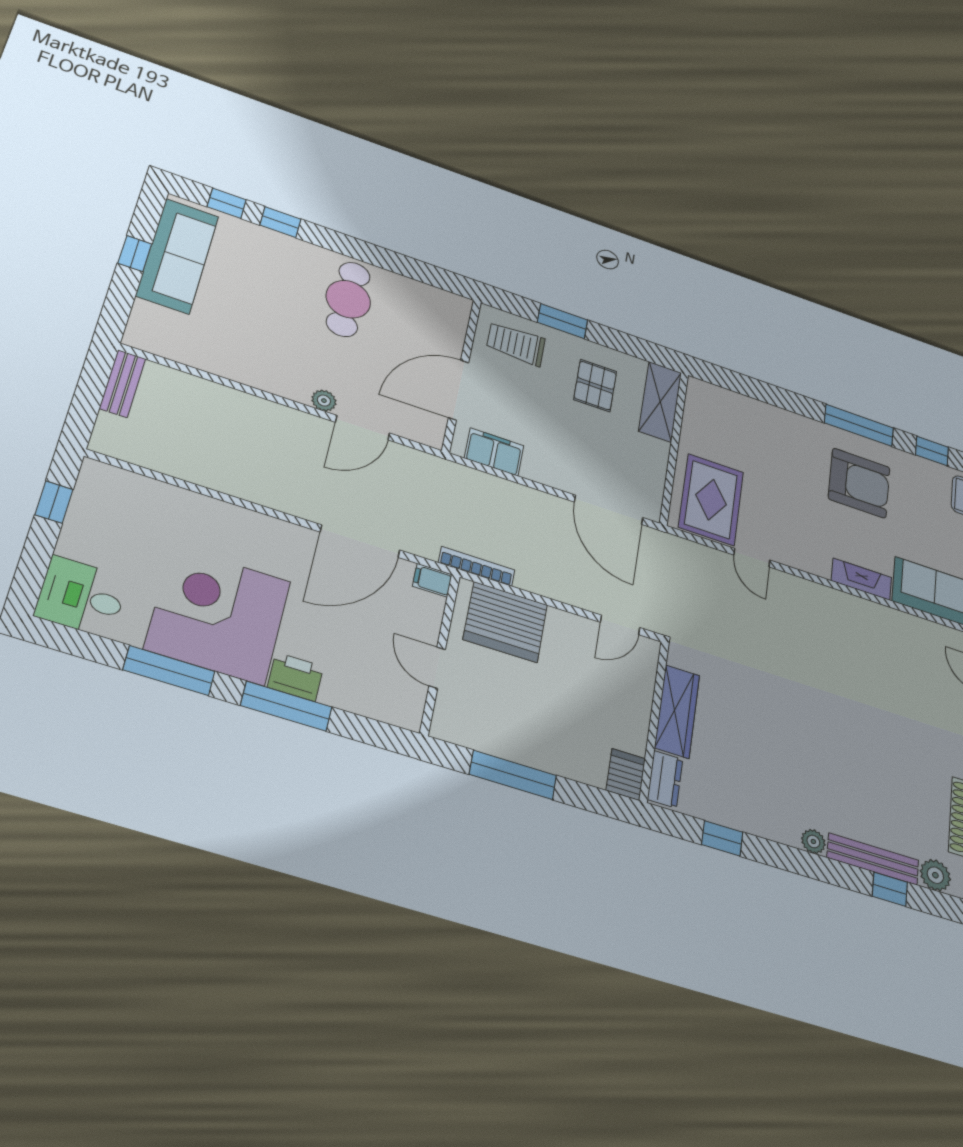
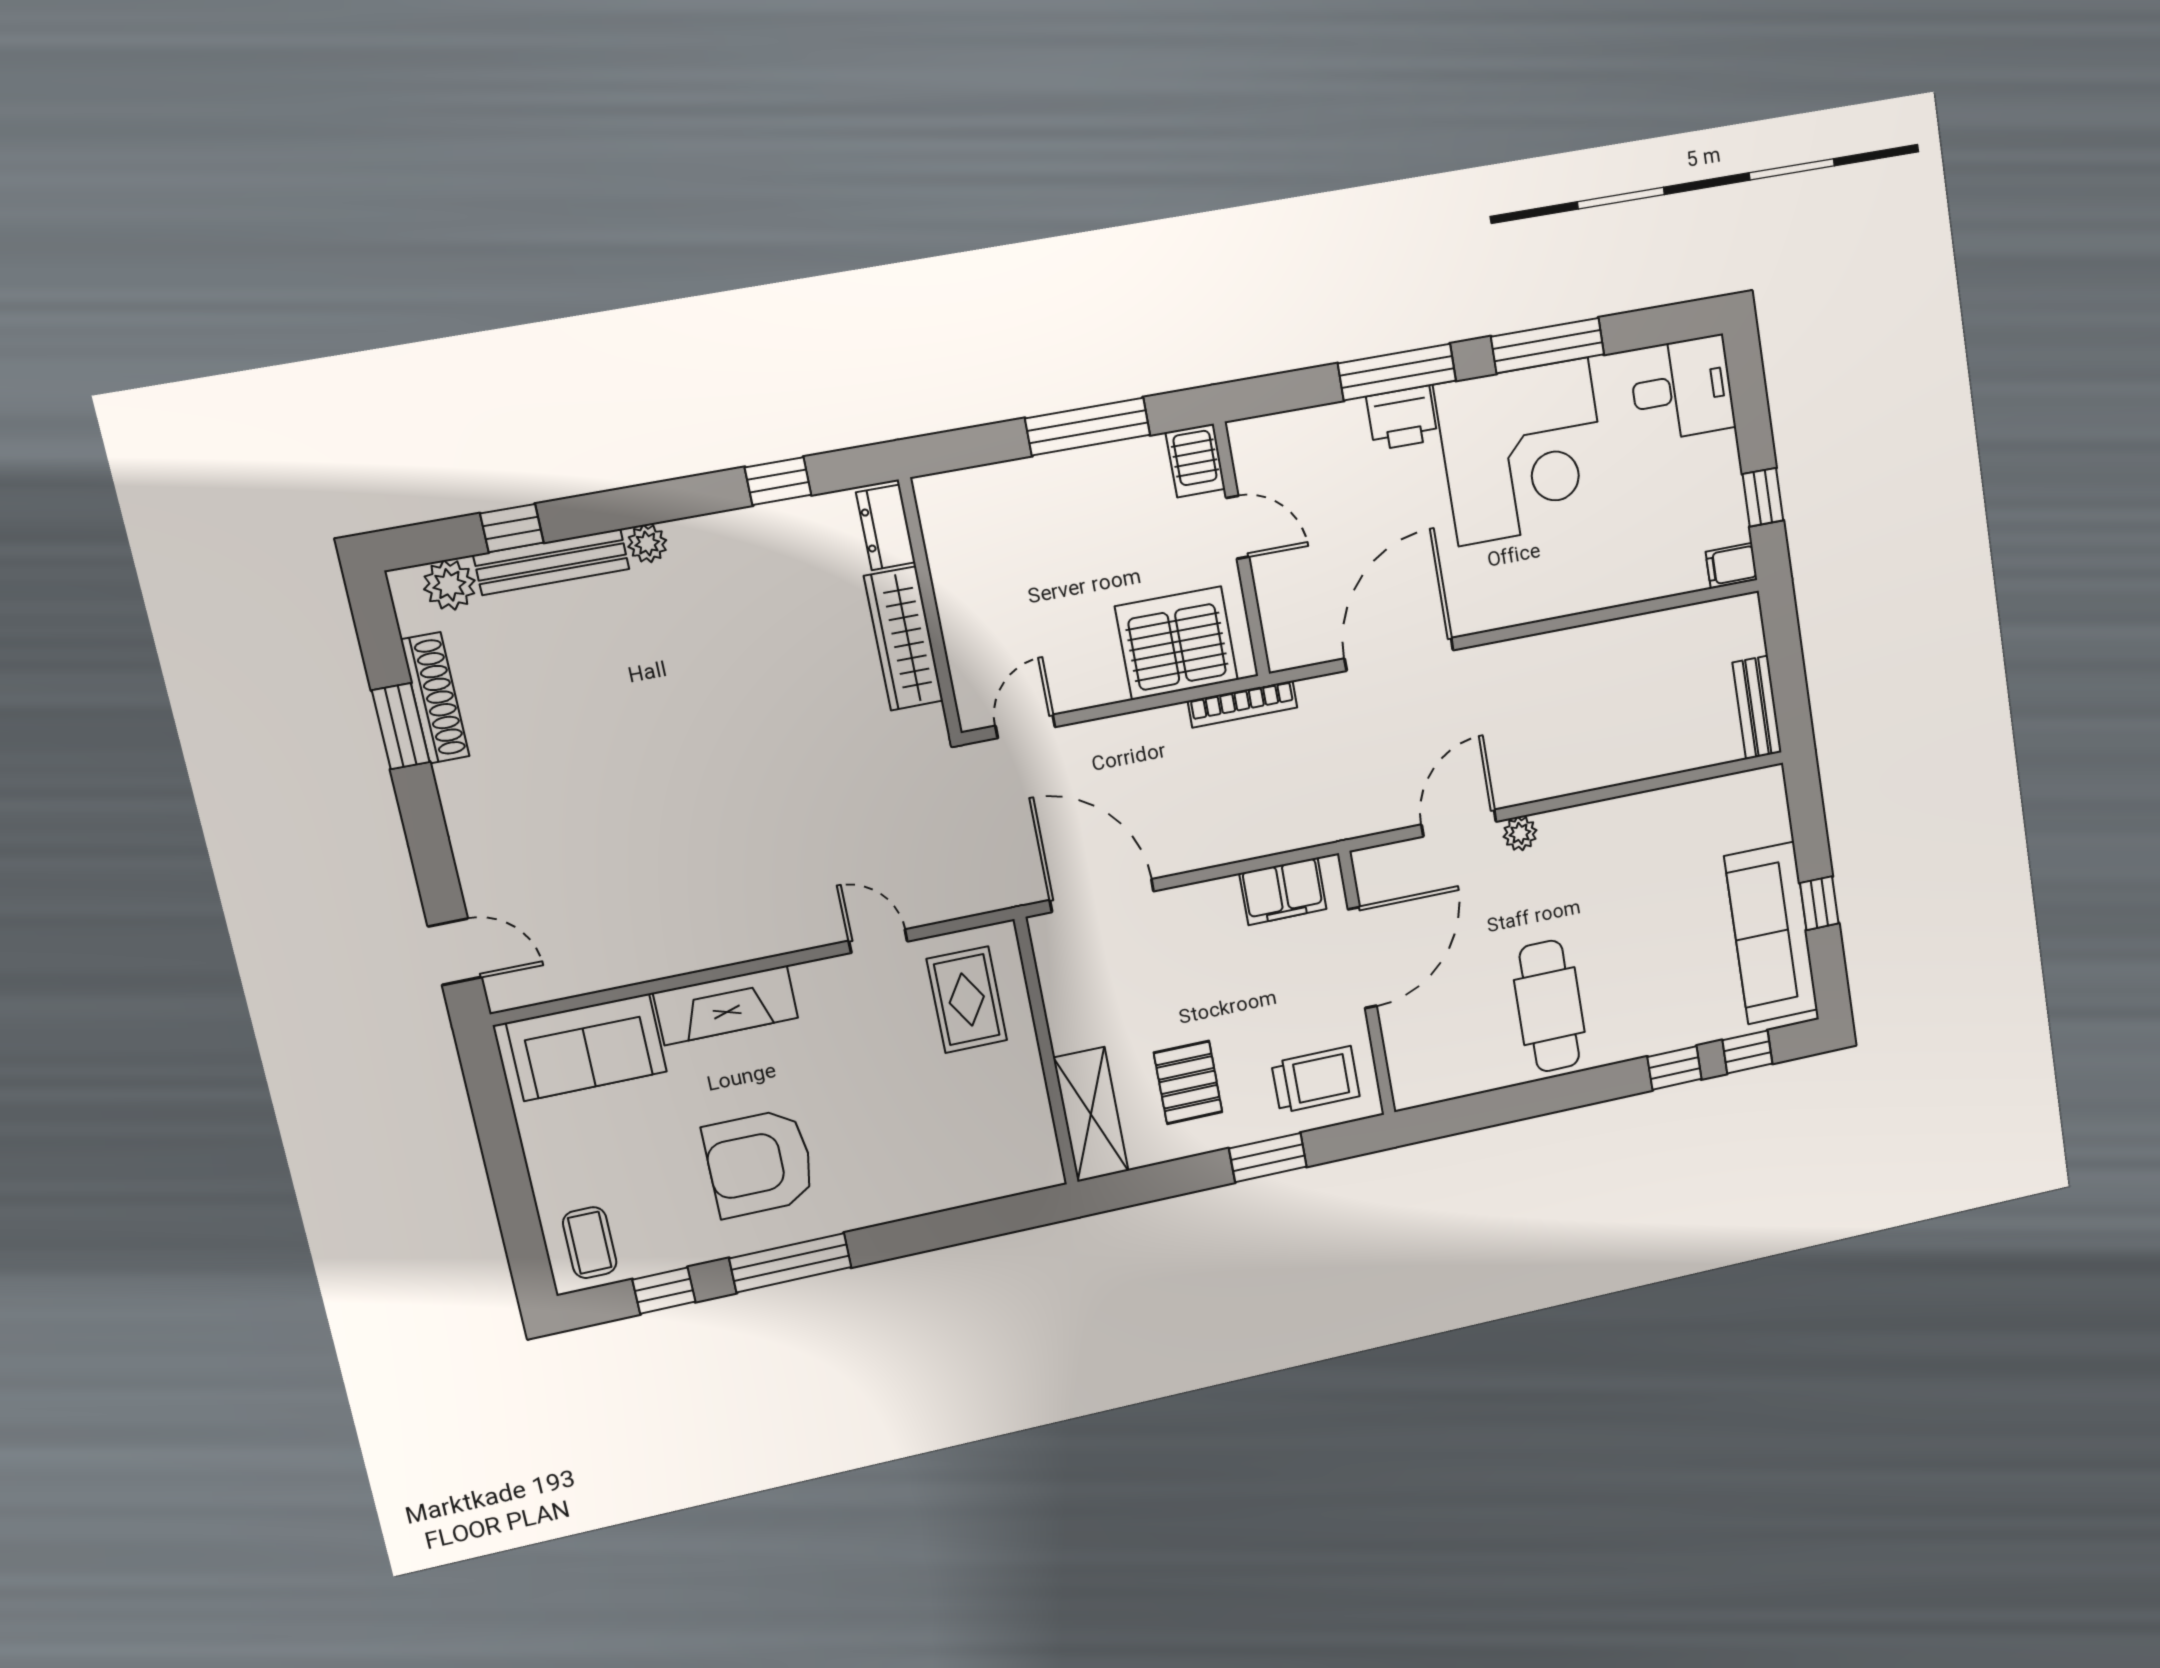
rug: (711, 500) -> (967, 1000), width x0.73, depth x0.70
fireplace: (861, 579) -> (726, 1005), width x1.37, depth x1.32
filing cabinet: (432, 580) -> (1731, 566), moved, turned 180
server rack: (626, 774) -> (1195, 461), moved

